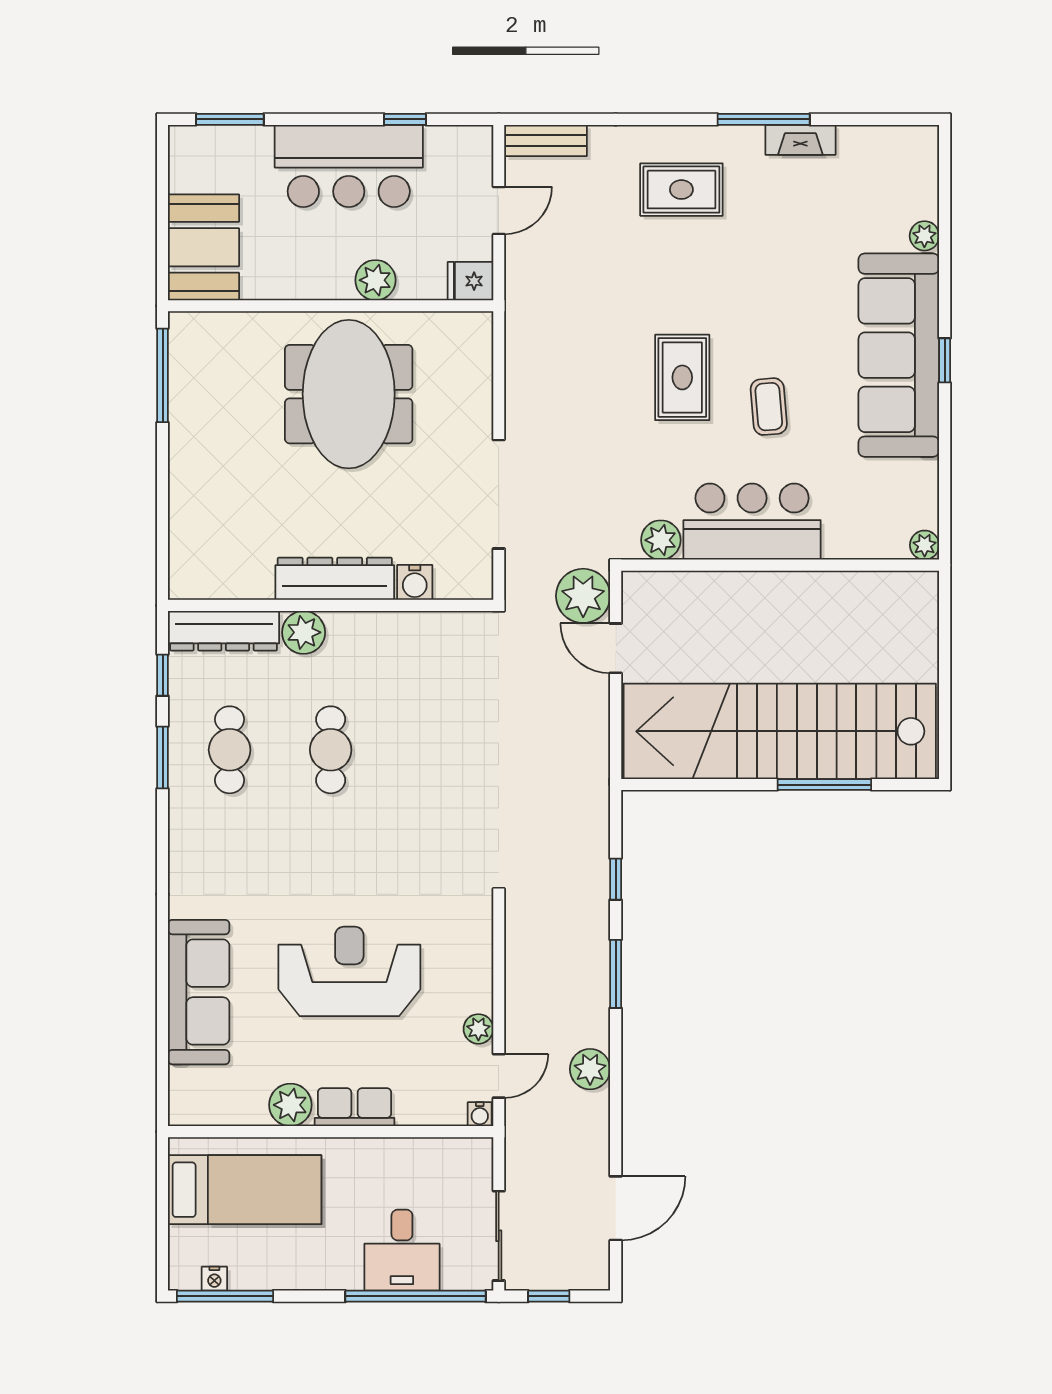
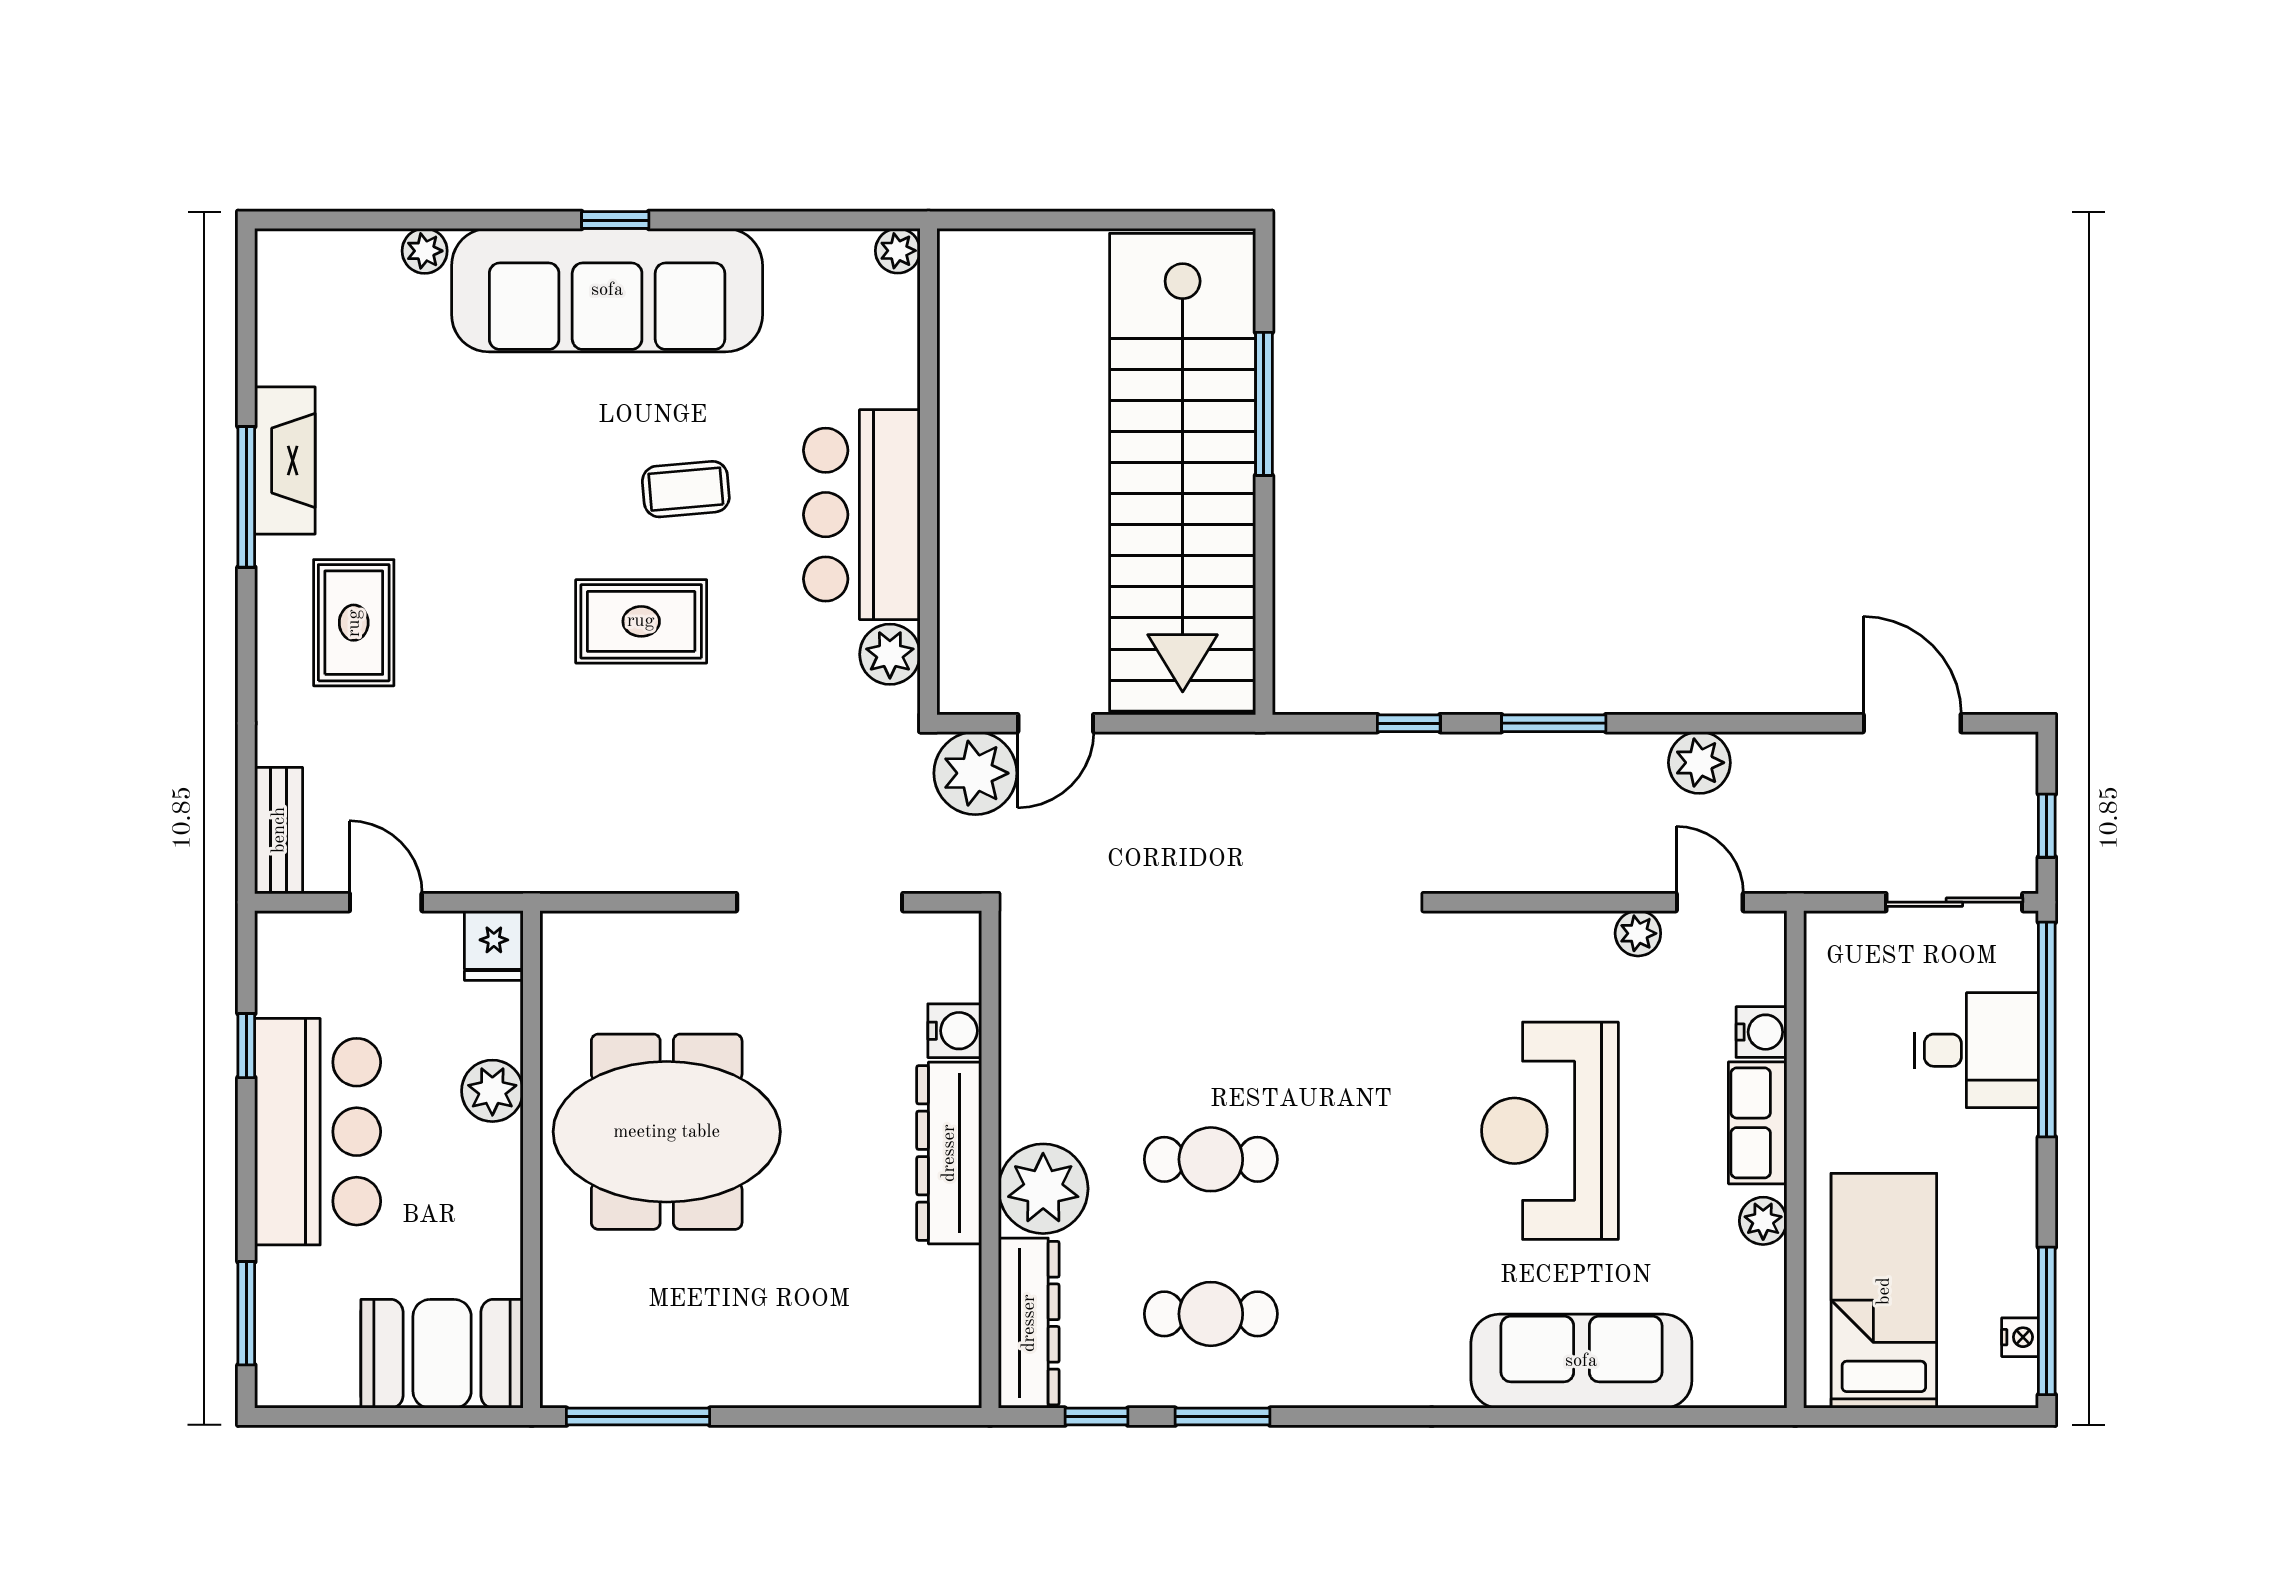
fireplace: (800, 140) -> (285, 460), width x1.37, depth x1.32
plant: (304, 632) -> (1043, 1189), width x1.36, depth x1.36
plant: (290, 1105) -> (1763, 1221), width x0.73, depth x0.73
water cooler: (480, 1114) -> (1761, 1032), moved, width x1.38, depth x1.38

